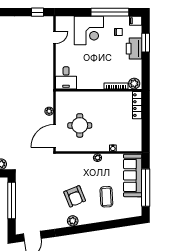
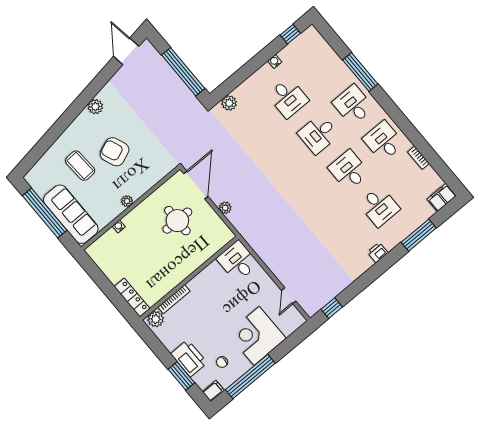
armchair: (75, 196) -> (115, 152), moved

